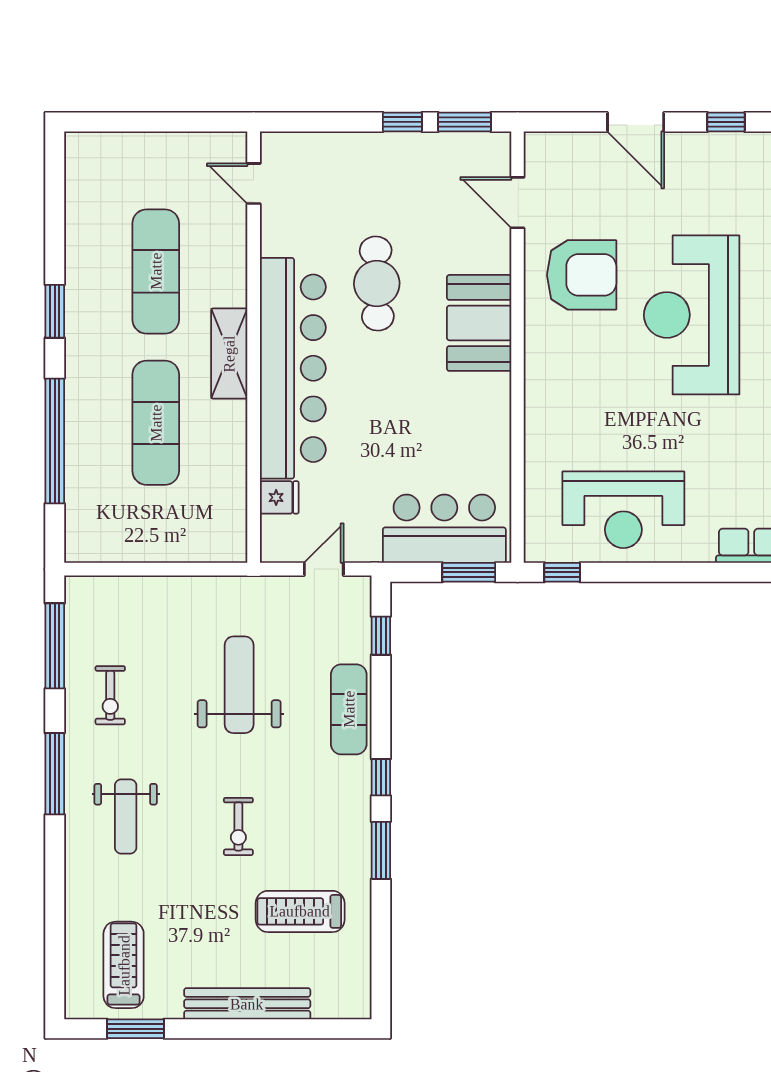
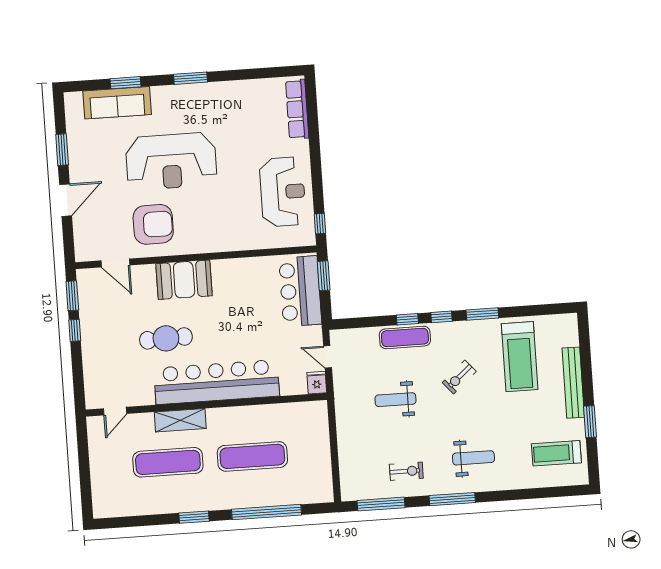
window: (726, 122) -> (62, 150), width x1.50
door: (518, 203) -> (115, 263), hinge flipped
armchair: (582, 275) -> (153, 224), turned 90
shelving: (229, 354) -> (180, 420), moved
fridge: (279, 497) -> (317, 383), moved
window: (381, 636) -> (407, 319), moved
weight bench: (239, 685) -> (395, 400), width x0.73, depth x0.75
exercise bike: (238, 826) -> (459, 377), moved, turned 139
treadmill: (300, 911) -> (520, 357), width x1.37, depth x1.38
window: (135, 1029) -> (590, 422), moved

